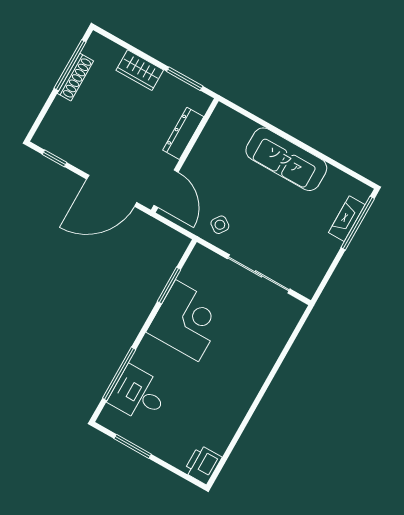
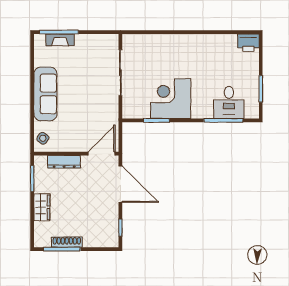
side table: (220, 225) -> (43, 138), moved

